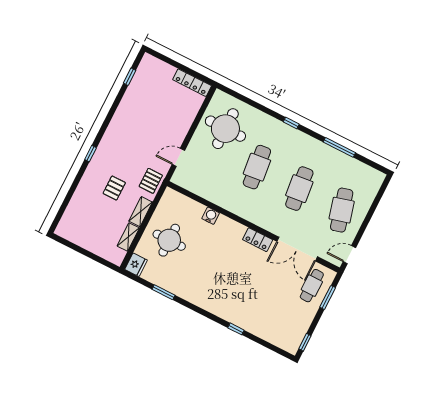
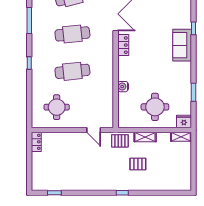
locker: (192, 83) -> (36, 142), width x0.66
round table: (225, 129) -> (57, 107), width x0.73, depth x0.73
shelving: (128, 237) -> (181, 137), moved
sofa: (224, 306) -> (182, 45), added

